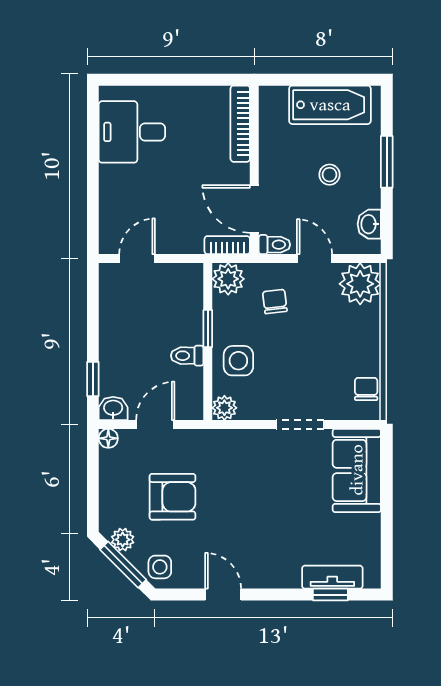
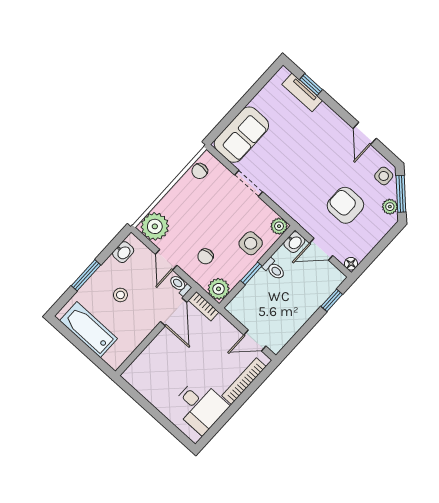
bookcase: (240, 124) -> (244, 381), moved, turned 180
washbasin: (113, 408) -> (294, 242), moved, turned -90

